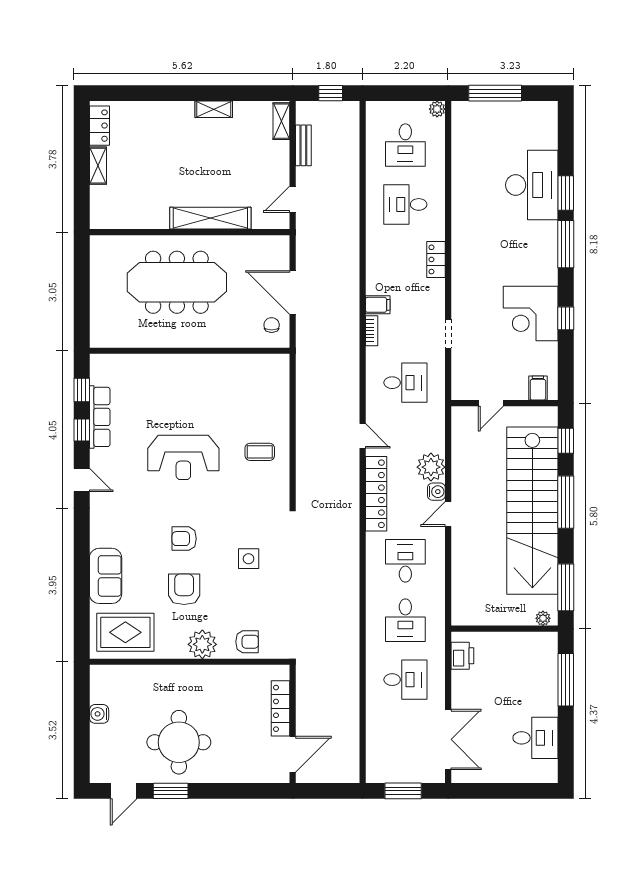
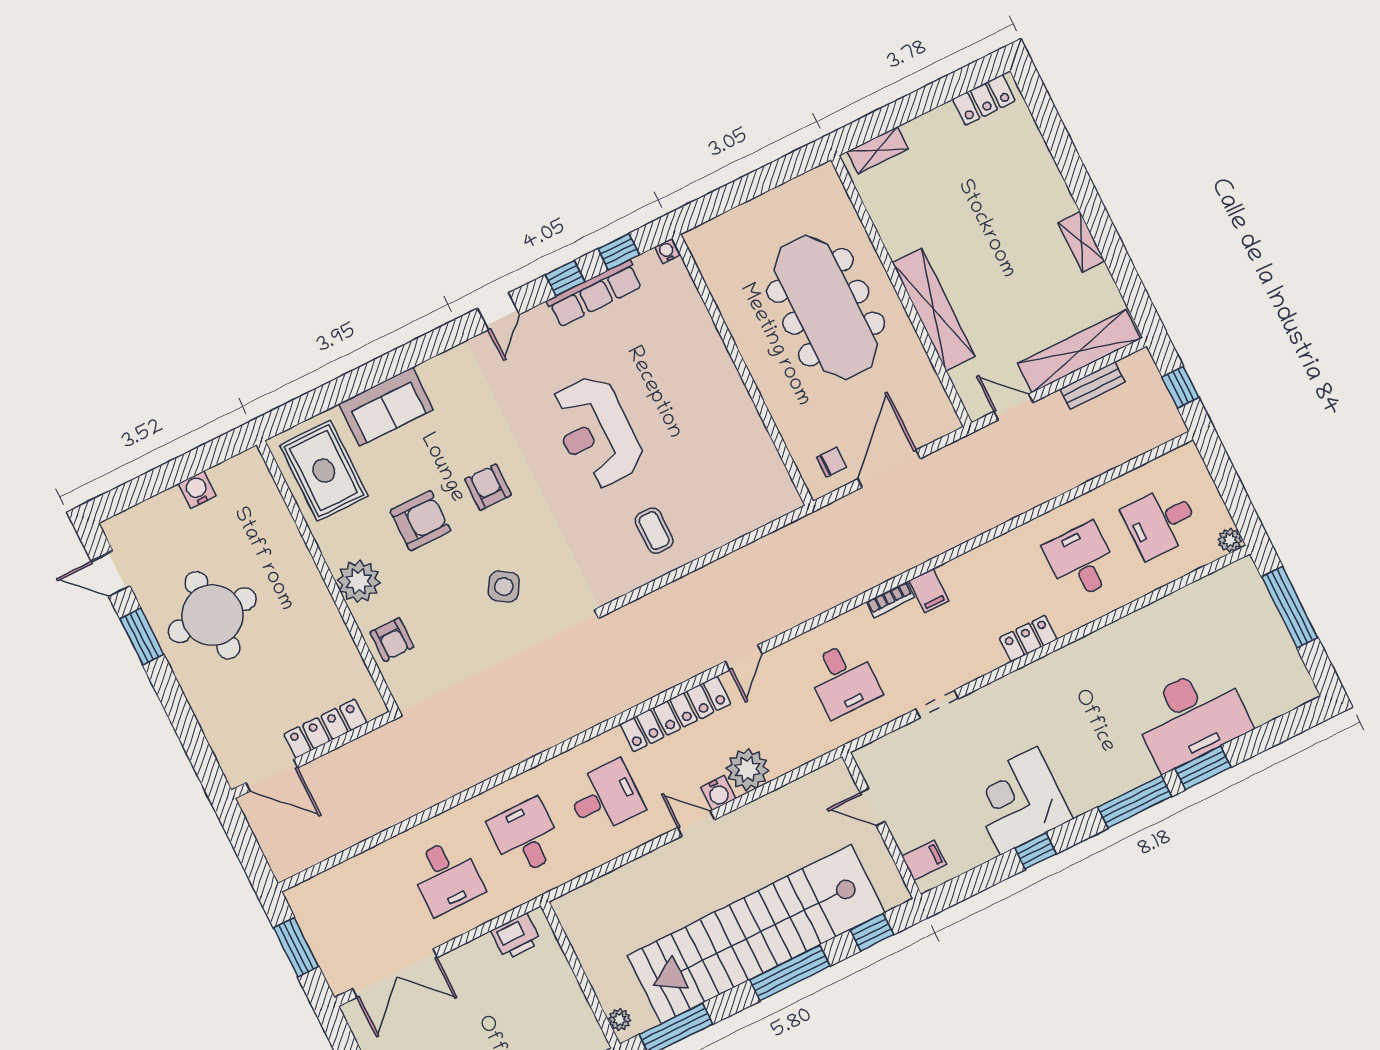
shelving: (281, 121) -> (1079, 351), width x2.20, depth x1.33
shelving: (98, 166) -> (878, 150), moved
water cooler: (96, 361) -> (667, 251), added
side table: (249, 559) -> (504, 587), turned 33
desk: (405, 620) -> (526, 837), turned 90

